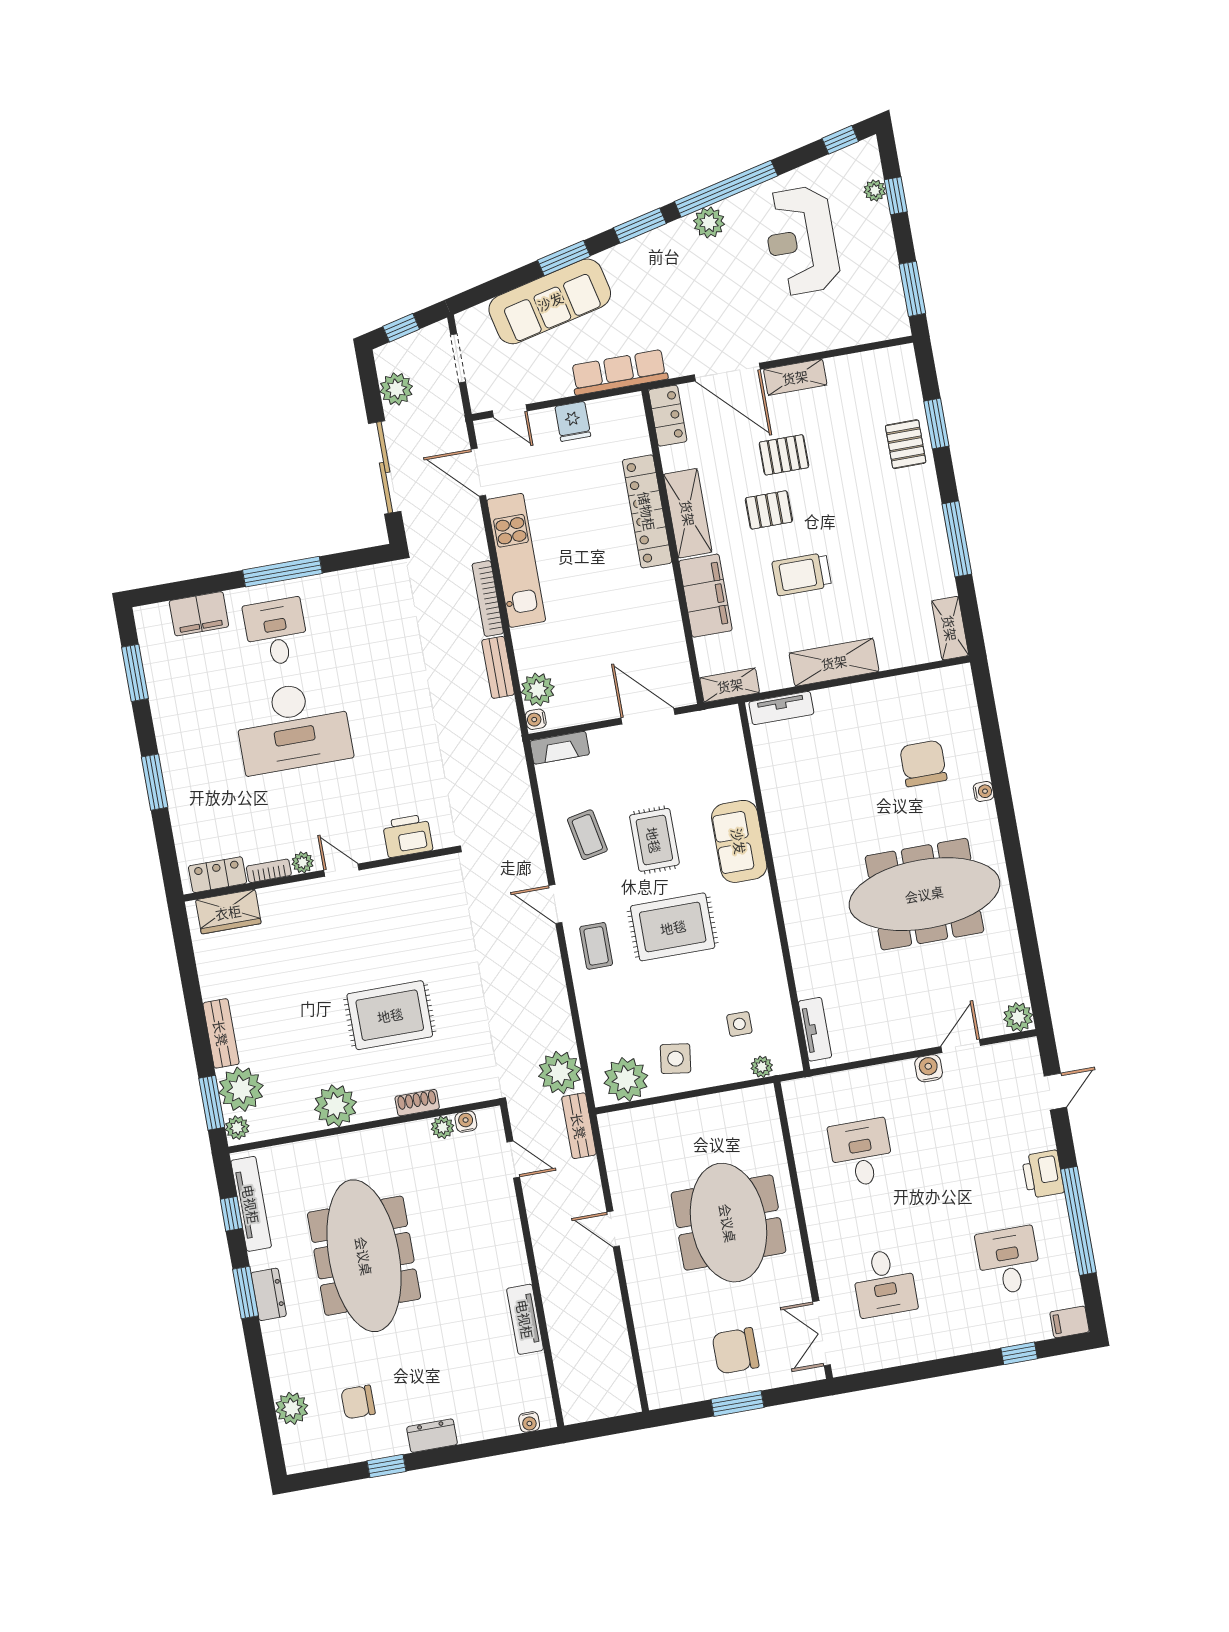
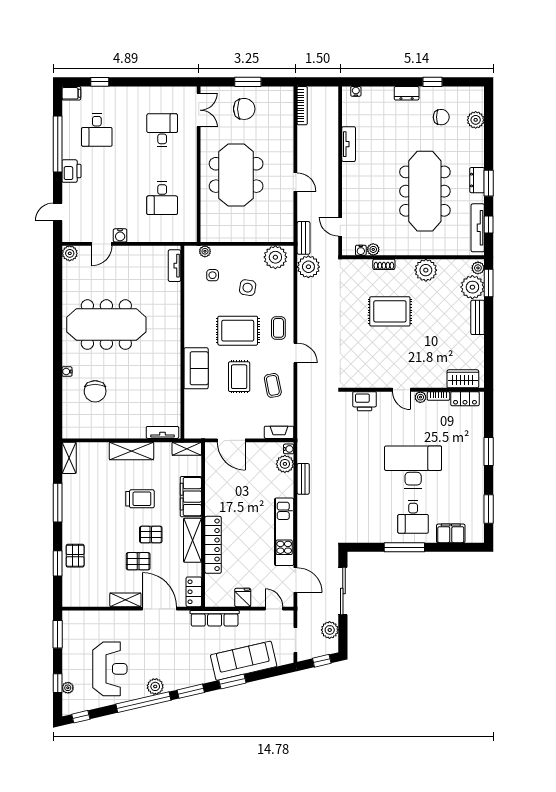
bookcase: (488, 599) -> (302, 106), moved
side table: (675, 1059) -> (248, 288), moved

